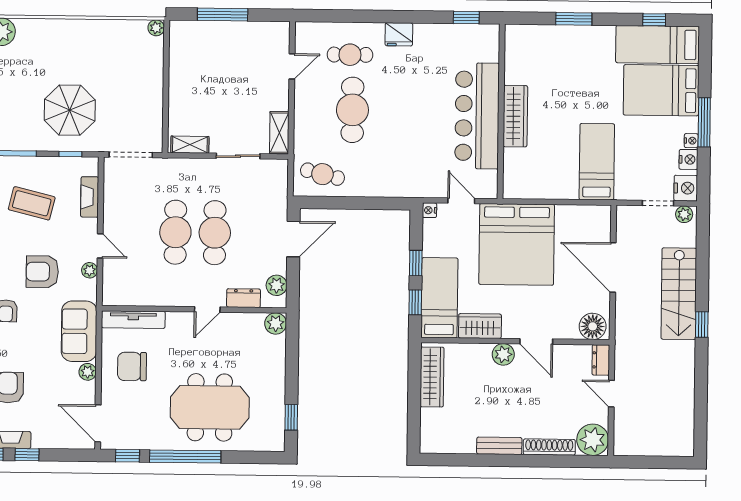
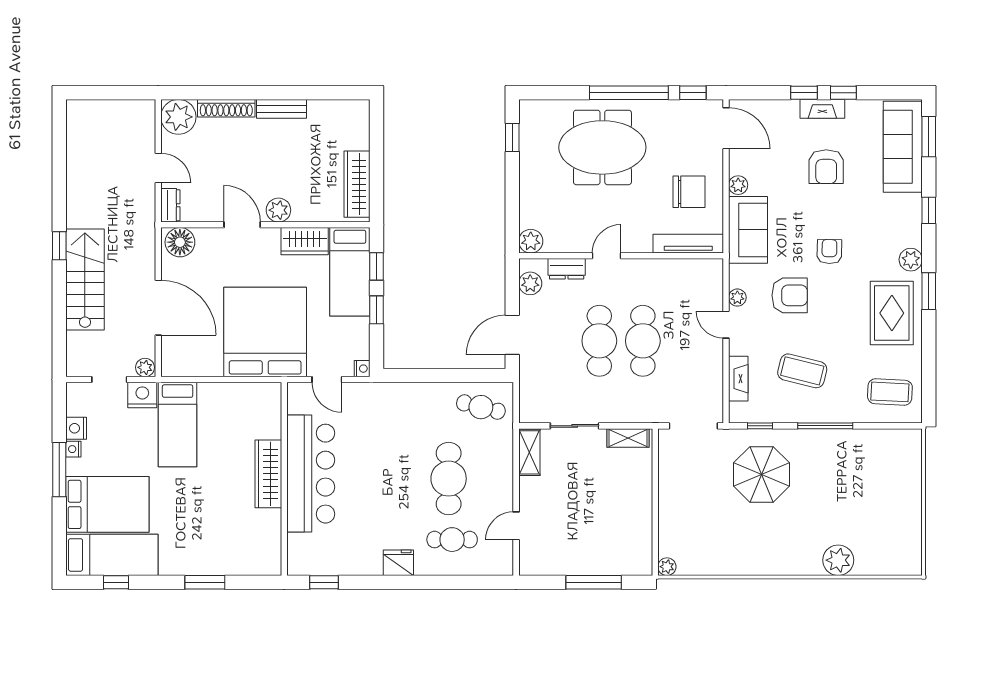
nightstand: (686, 188) -> (142, 395), moved, turned 90
plant: (684, 214) -> (145, 367), moved

